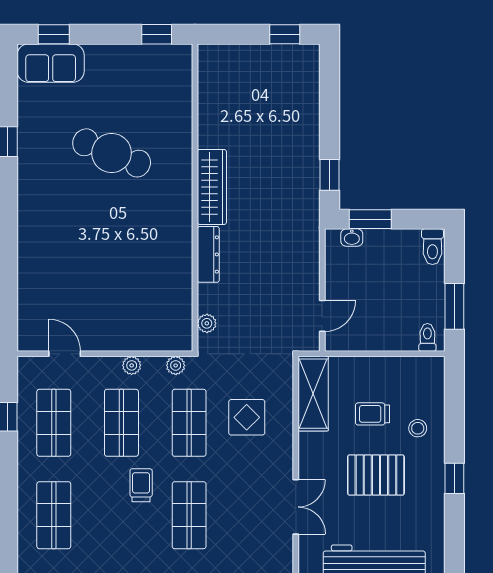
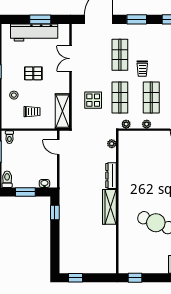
window: (370, 219) -> (25, 192), moved
door: (322, 316) -> (58, 147), hinge flipped
trolley: (373, 414) -> (32, 112), moved
pallet: (376, 475) -> (33, 73), width x0.67, depth x0.71

